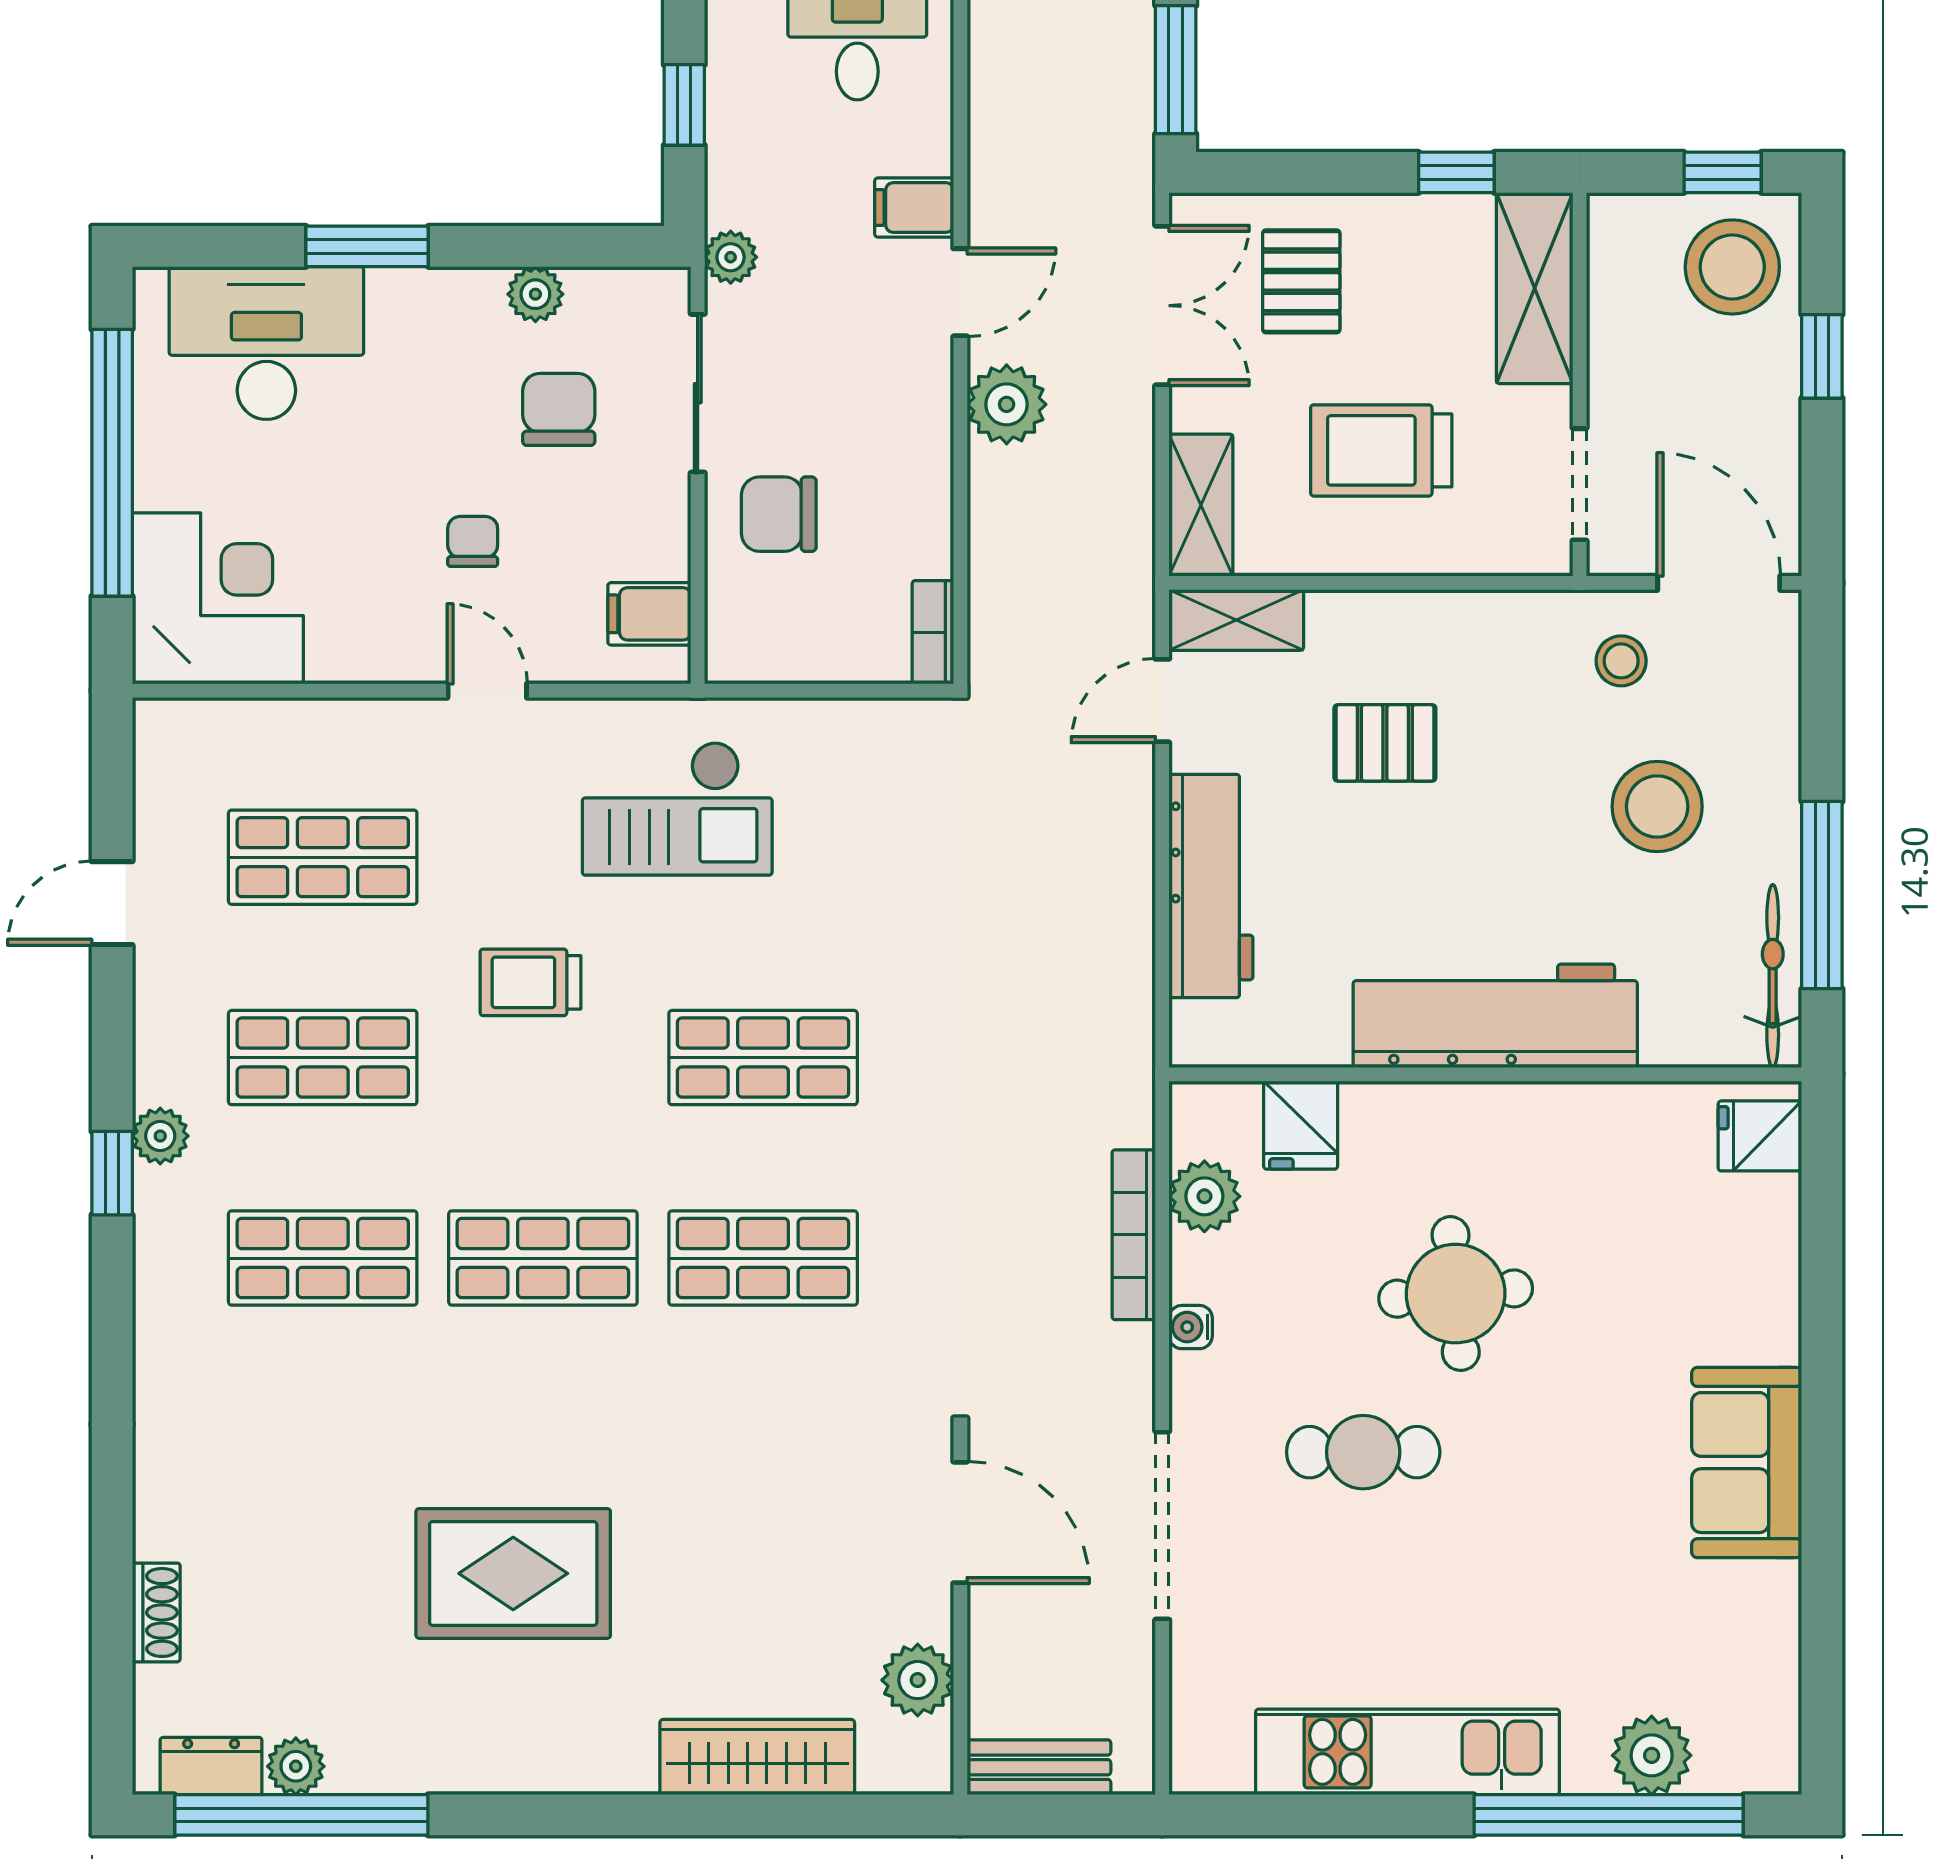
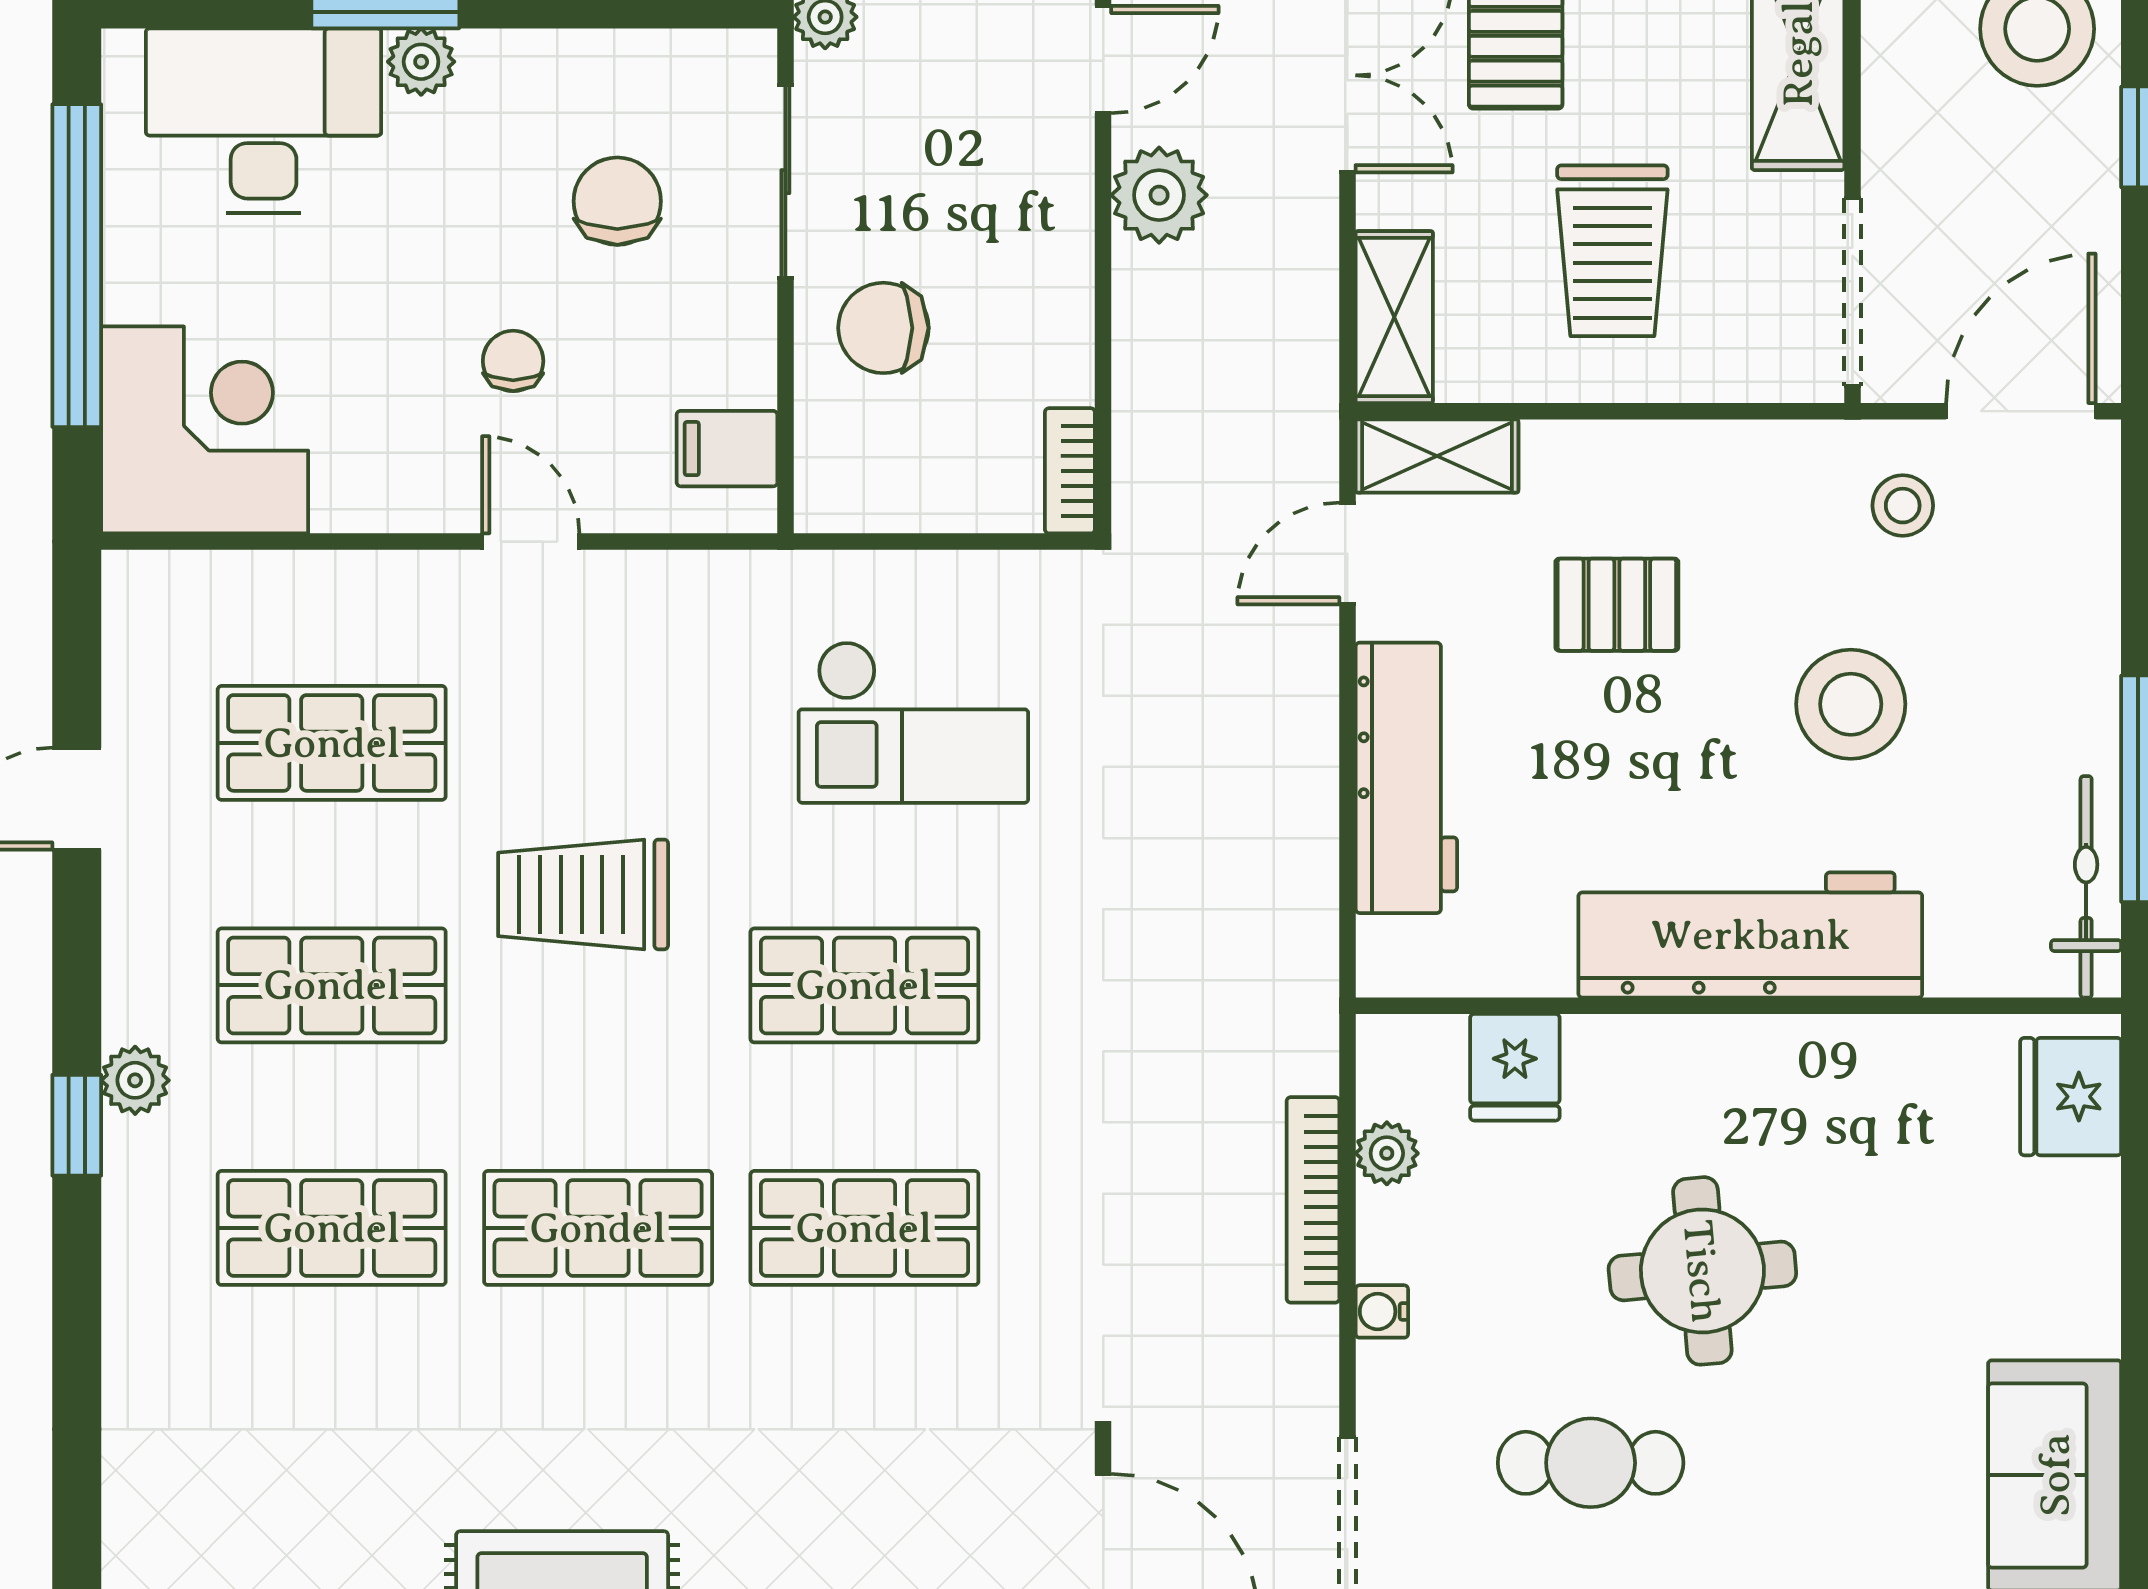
plant: (535, 294) -> (421, 62), moved
trolley: (1381, 450) -> (1612, 251), turned -90
doorway: (1580, 484) -> (1852, 292), width x1.38
door: (1719, 583) -> (2021, 411), hinge flipped
stool: (1657, 806) -> (1851, 704), moved
checkout: (677, 809) -> (913, 722), moved
trolley: (530, 982) -> (583, 894), width x1.36, depth x1.39
fridge: (1760, 1136) -> (2071, 1097), width x1.38
plant: (1204, 1196) -> (1387, 1153), width x0.73, depth x0.73

